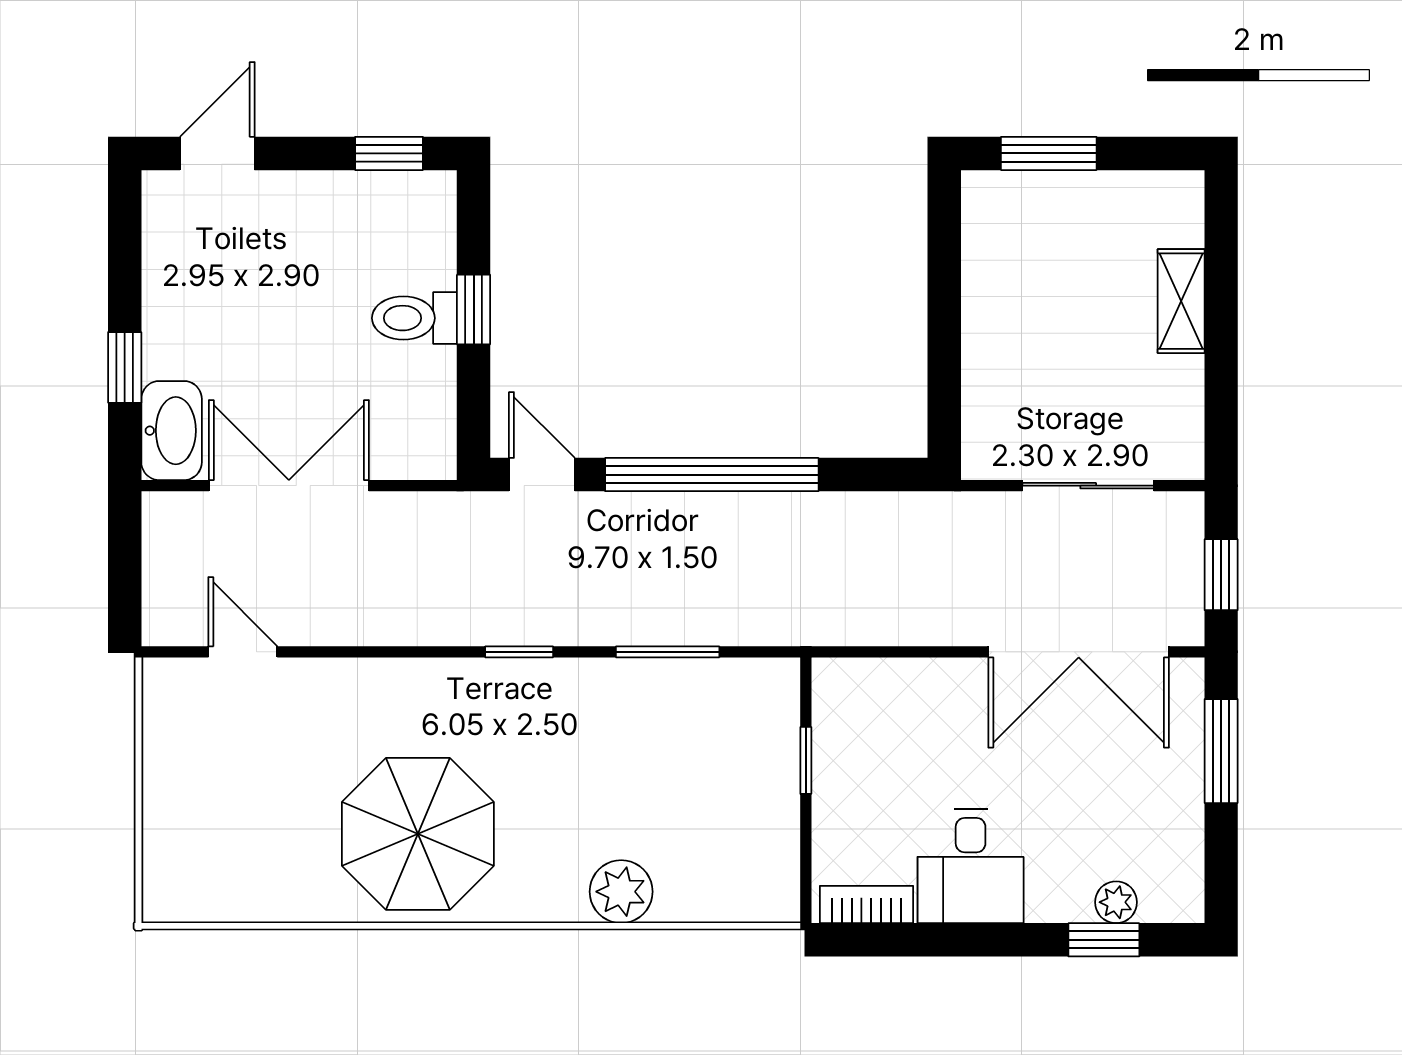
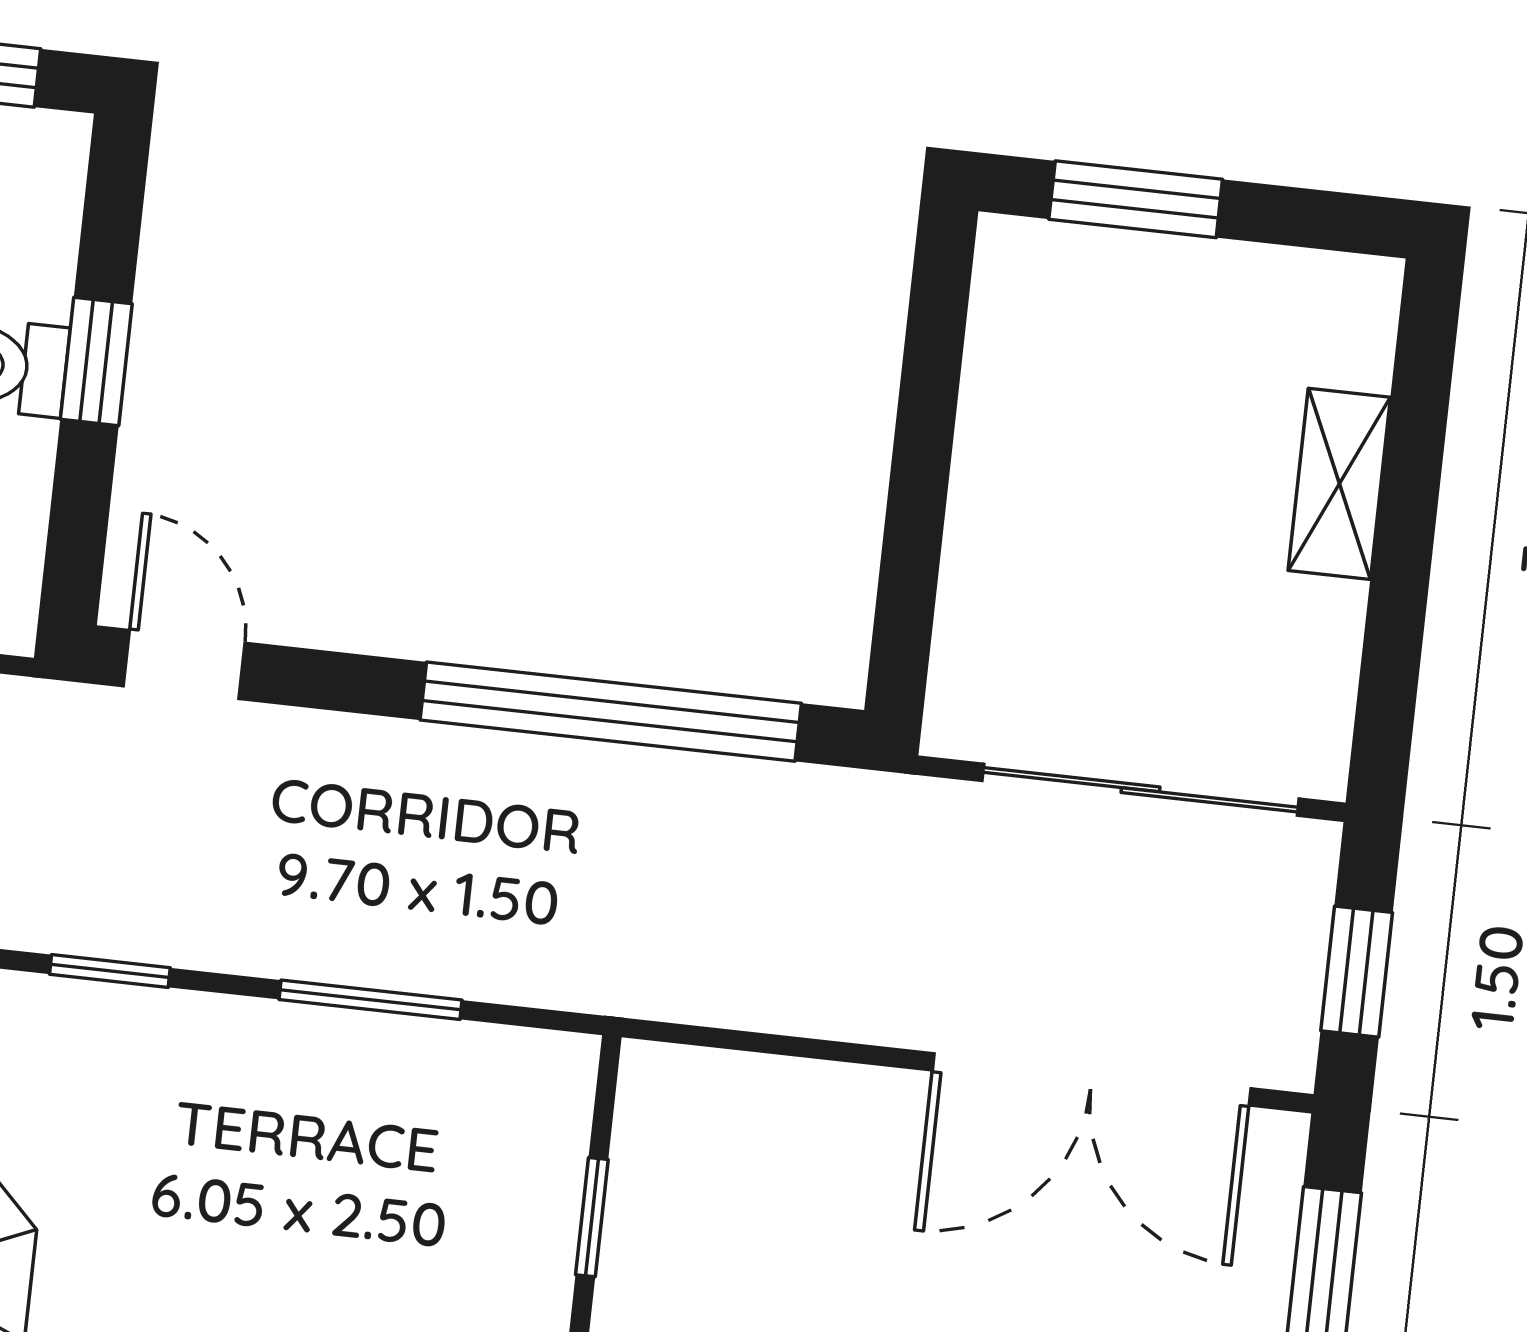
window: (712, 475) -> (611, 712), moved
sliding door: (1088, 486) -> (1140, 790), width x1.37

